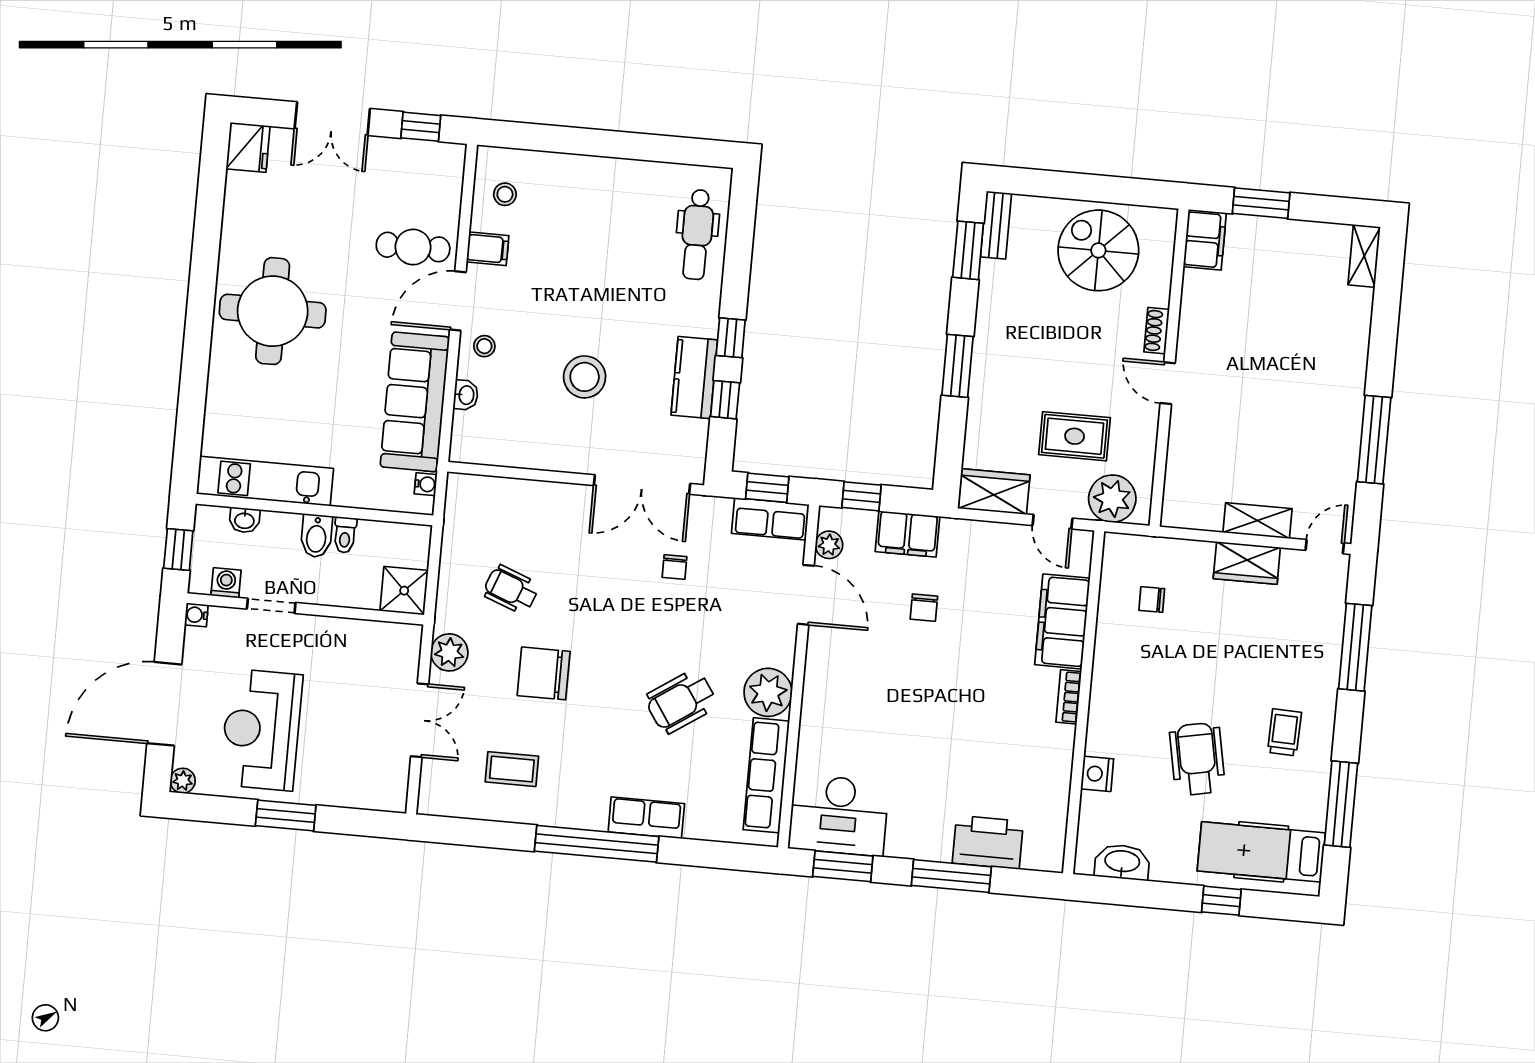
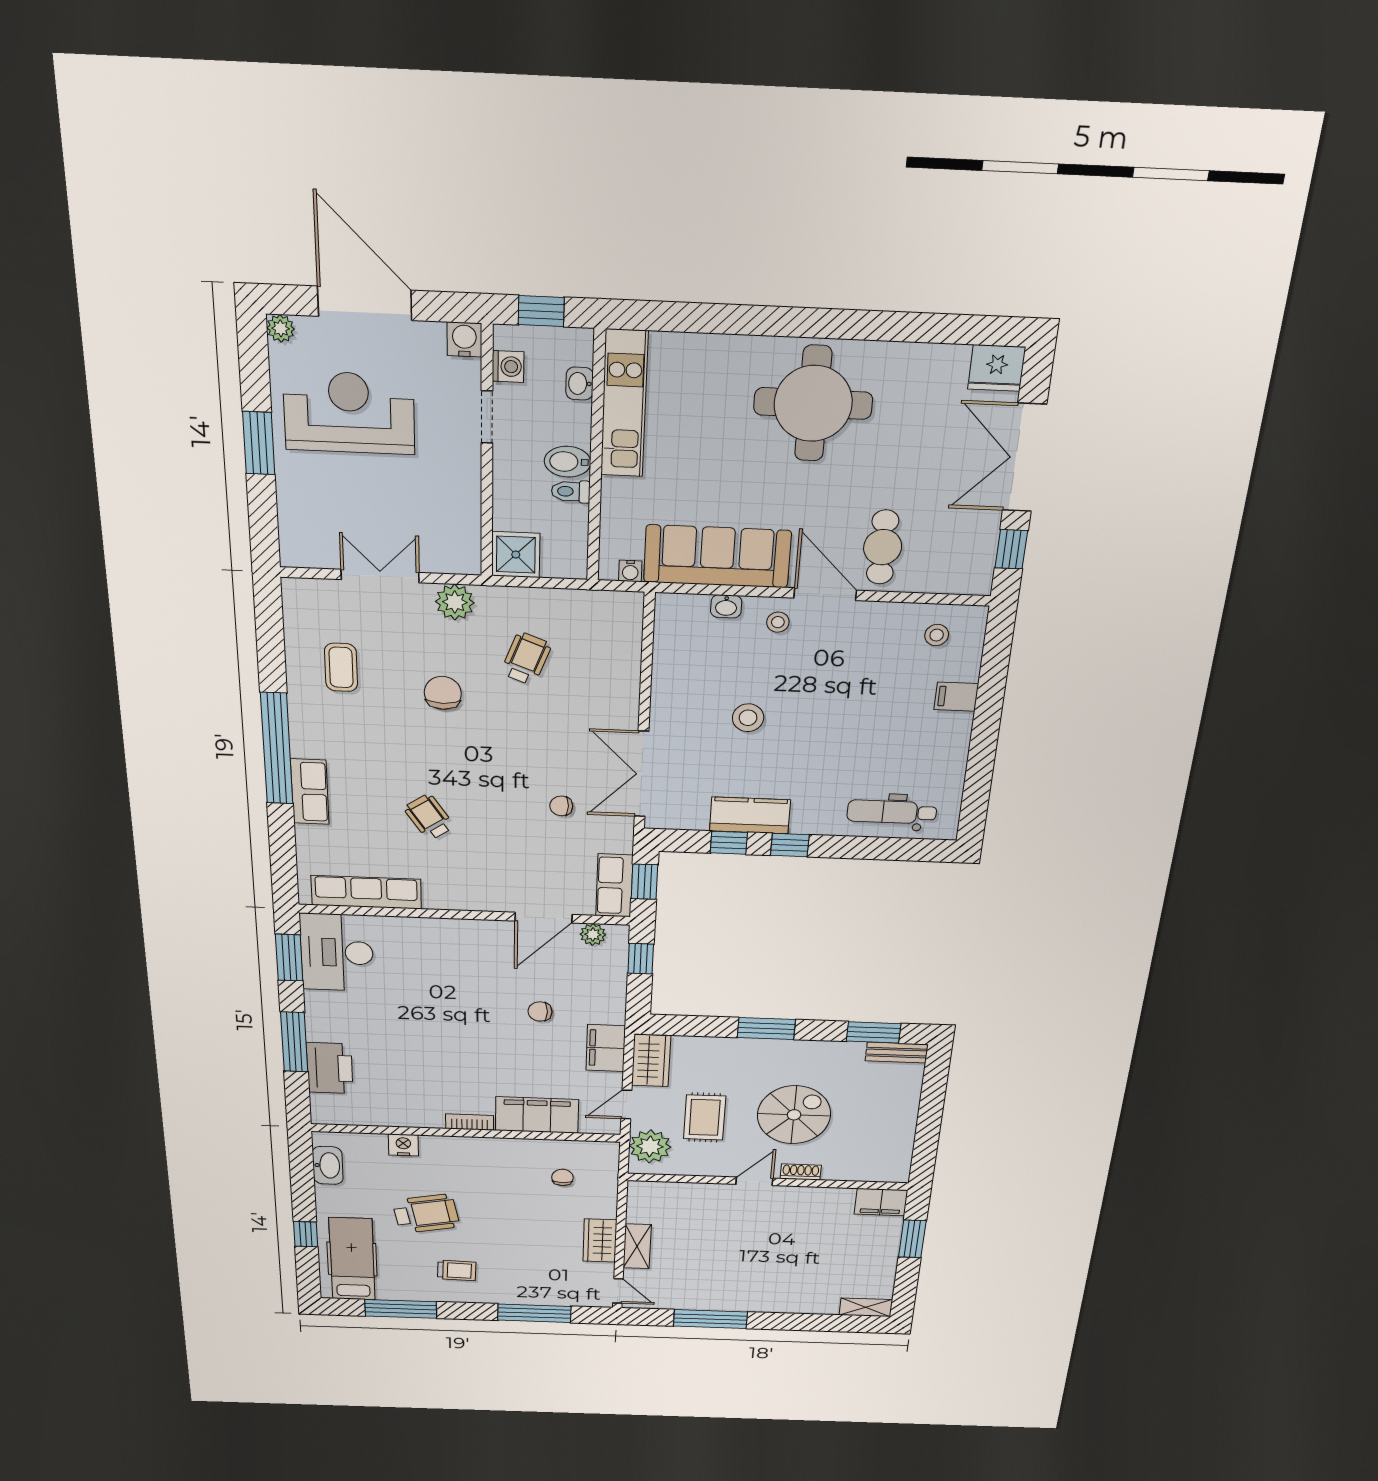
double door: (332, 119) -> (1024, 458), width x1.37
filing cabinet: (488, 249) -> (956, 697), moved, turned 90
spiral stairs: (1098, 250) -> (794, 1115), moved
stool: (585, 377) -> (748, 718), width x0.73, depth x0.73
filing cabinet: (908, 534) -> (606, 1048), moved
water cooler: (196, 615) -> (464, 339), width x1.38, depth x1.38
chair: (544, 673) -> (443, 693), width x0.73, depth x0.73
plant: (768, 692) -> (446, 890), removed
wheelchair: (681, 701) -> (429, 817), width x0.73, depth x0.73
double door: (420, 720) -> (380, 576), swing flipped

